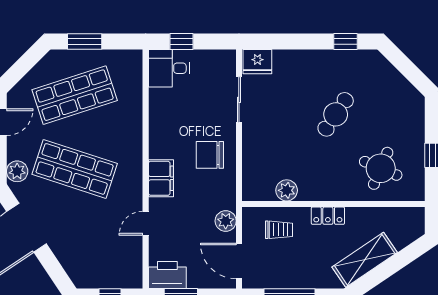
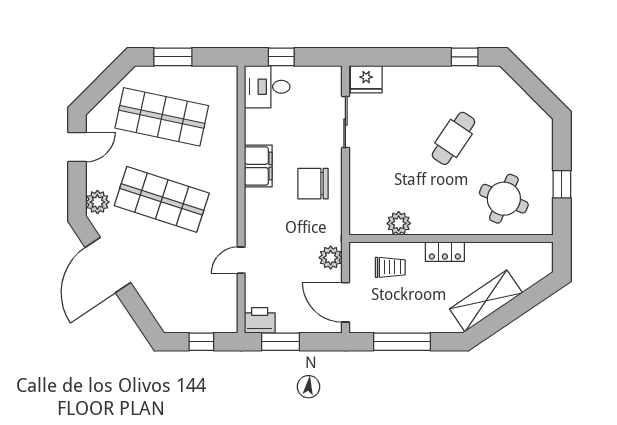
shop shelf: (75, 95) -> (162, 117), turned 30
filing cabinet: (161, 178) -> (258, 166), moved
printer: (167, 275) -> (260, 320), width x0.73, depth x0.84

